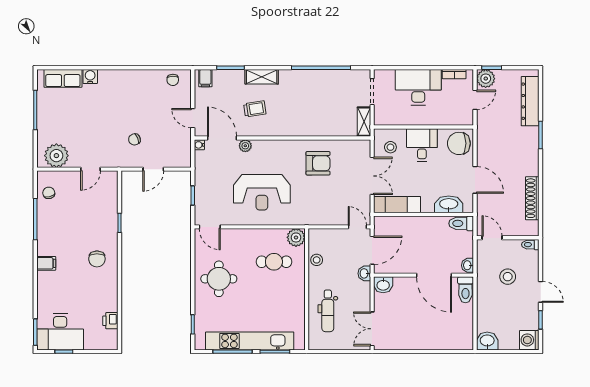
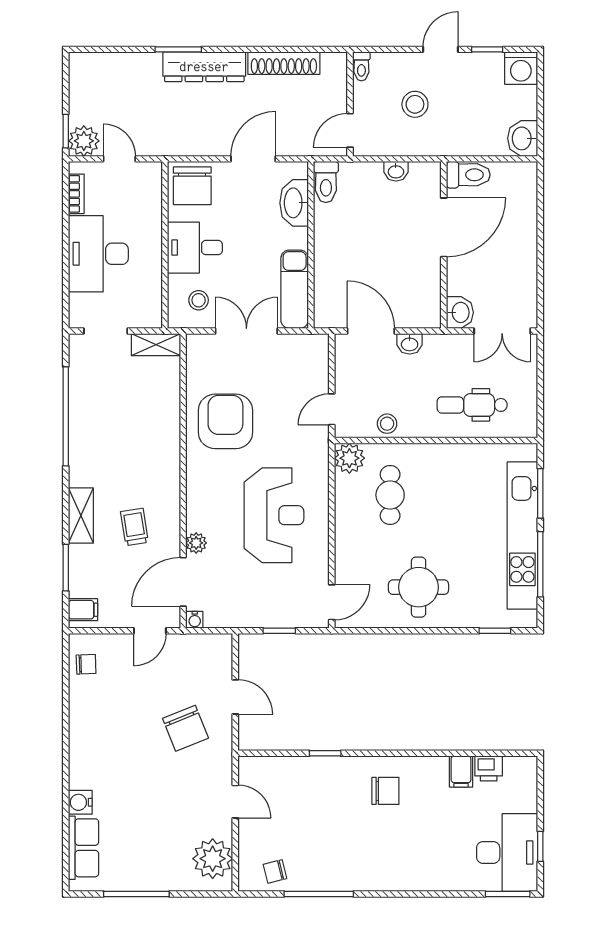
dresser: (530, 101) -> (204, 67), moved
chair: (134, 139) -> (185, 728), width x1.87, depth x1.87
armchair: (318, 163) -> (225, 421), width x1.36, depth x1.36
door: (357, 227) -> (332, 409), moved
filing cabinet: (46, 263) -> (461, 771), moved, turned 180
wall: (424, 275) -> (444, 245), moved
door: (434, 275) -> (444, 227), moved
washbasin: (383, 285) -> (460, 312), moved
toilet: (465, 290) -> (468, 175), moved
dental chair: (328, 311) -> (472, 405), turned 180

